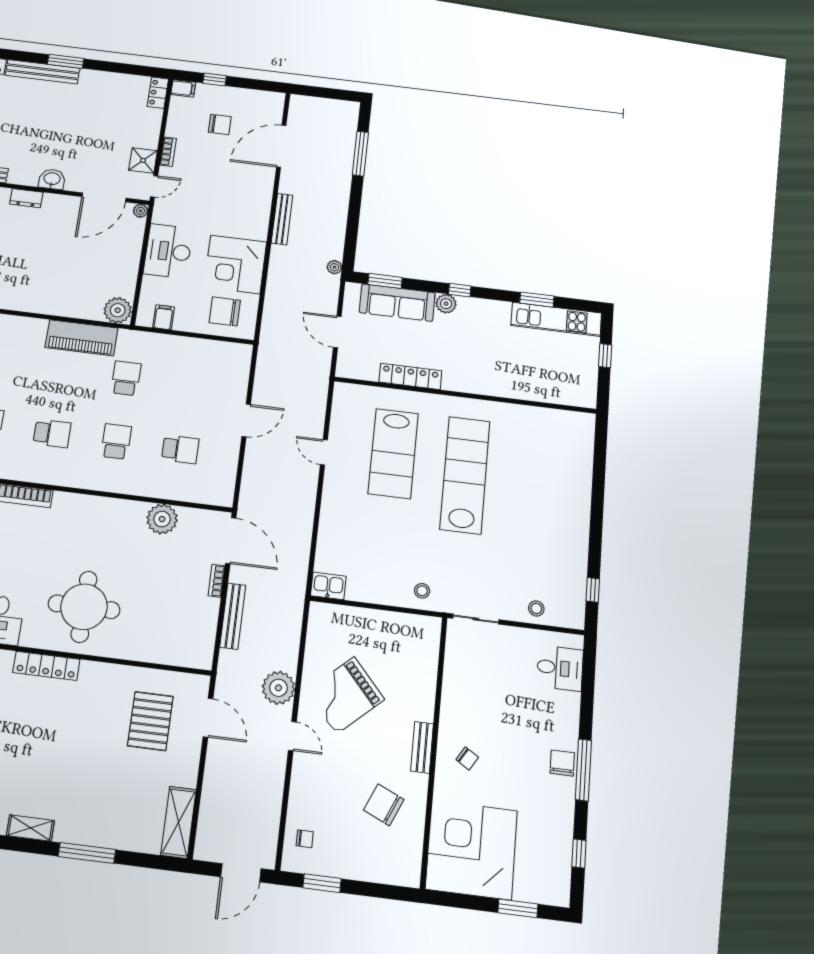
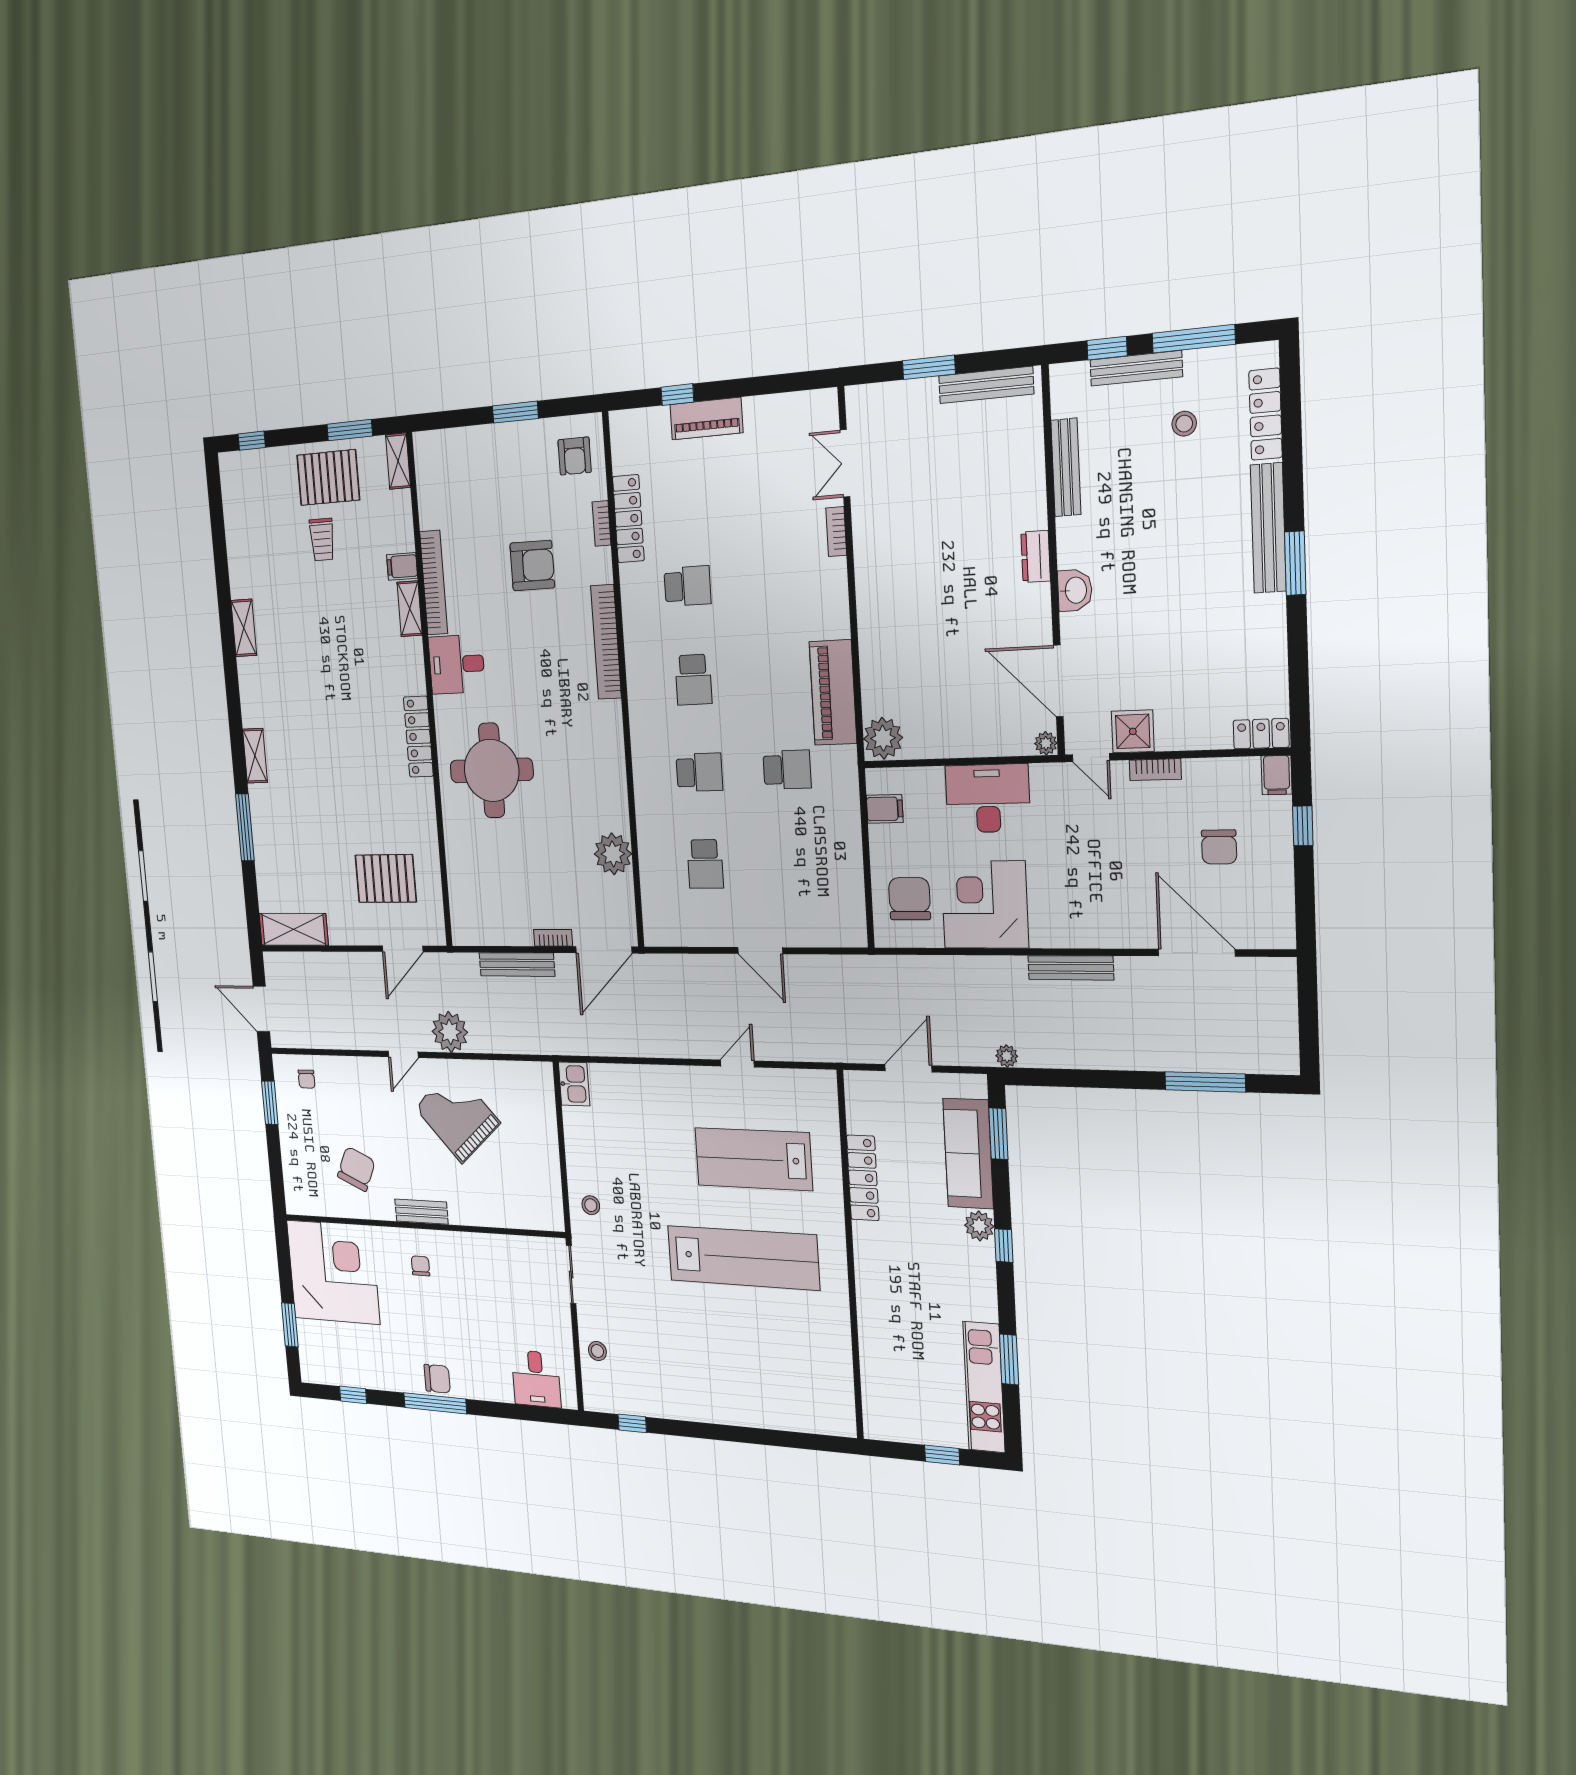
chair: (467, 758) -> (420, 1266), turned 148

